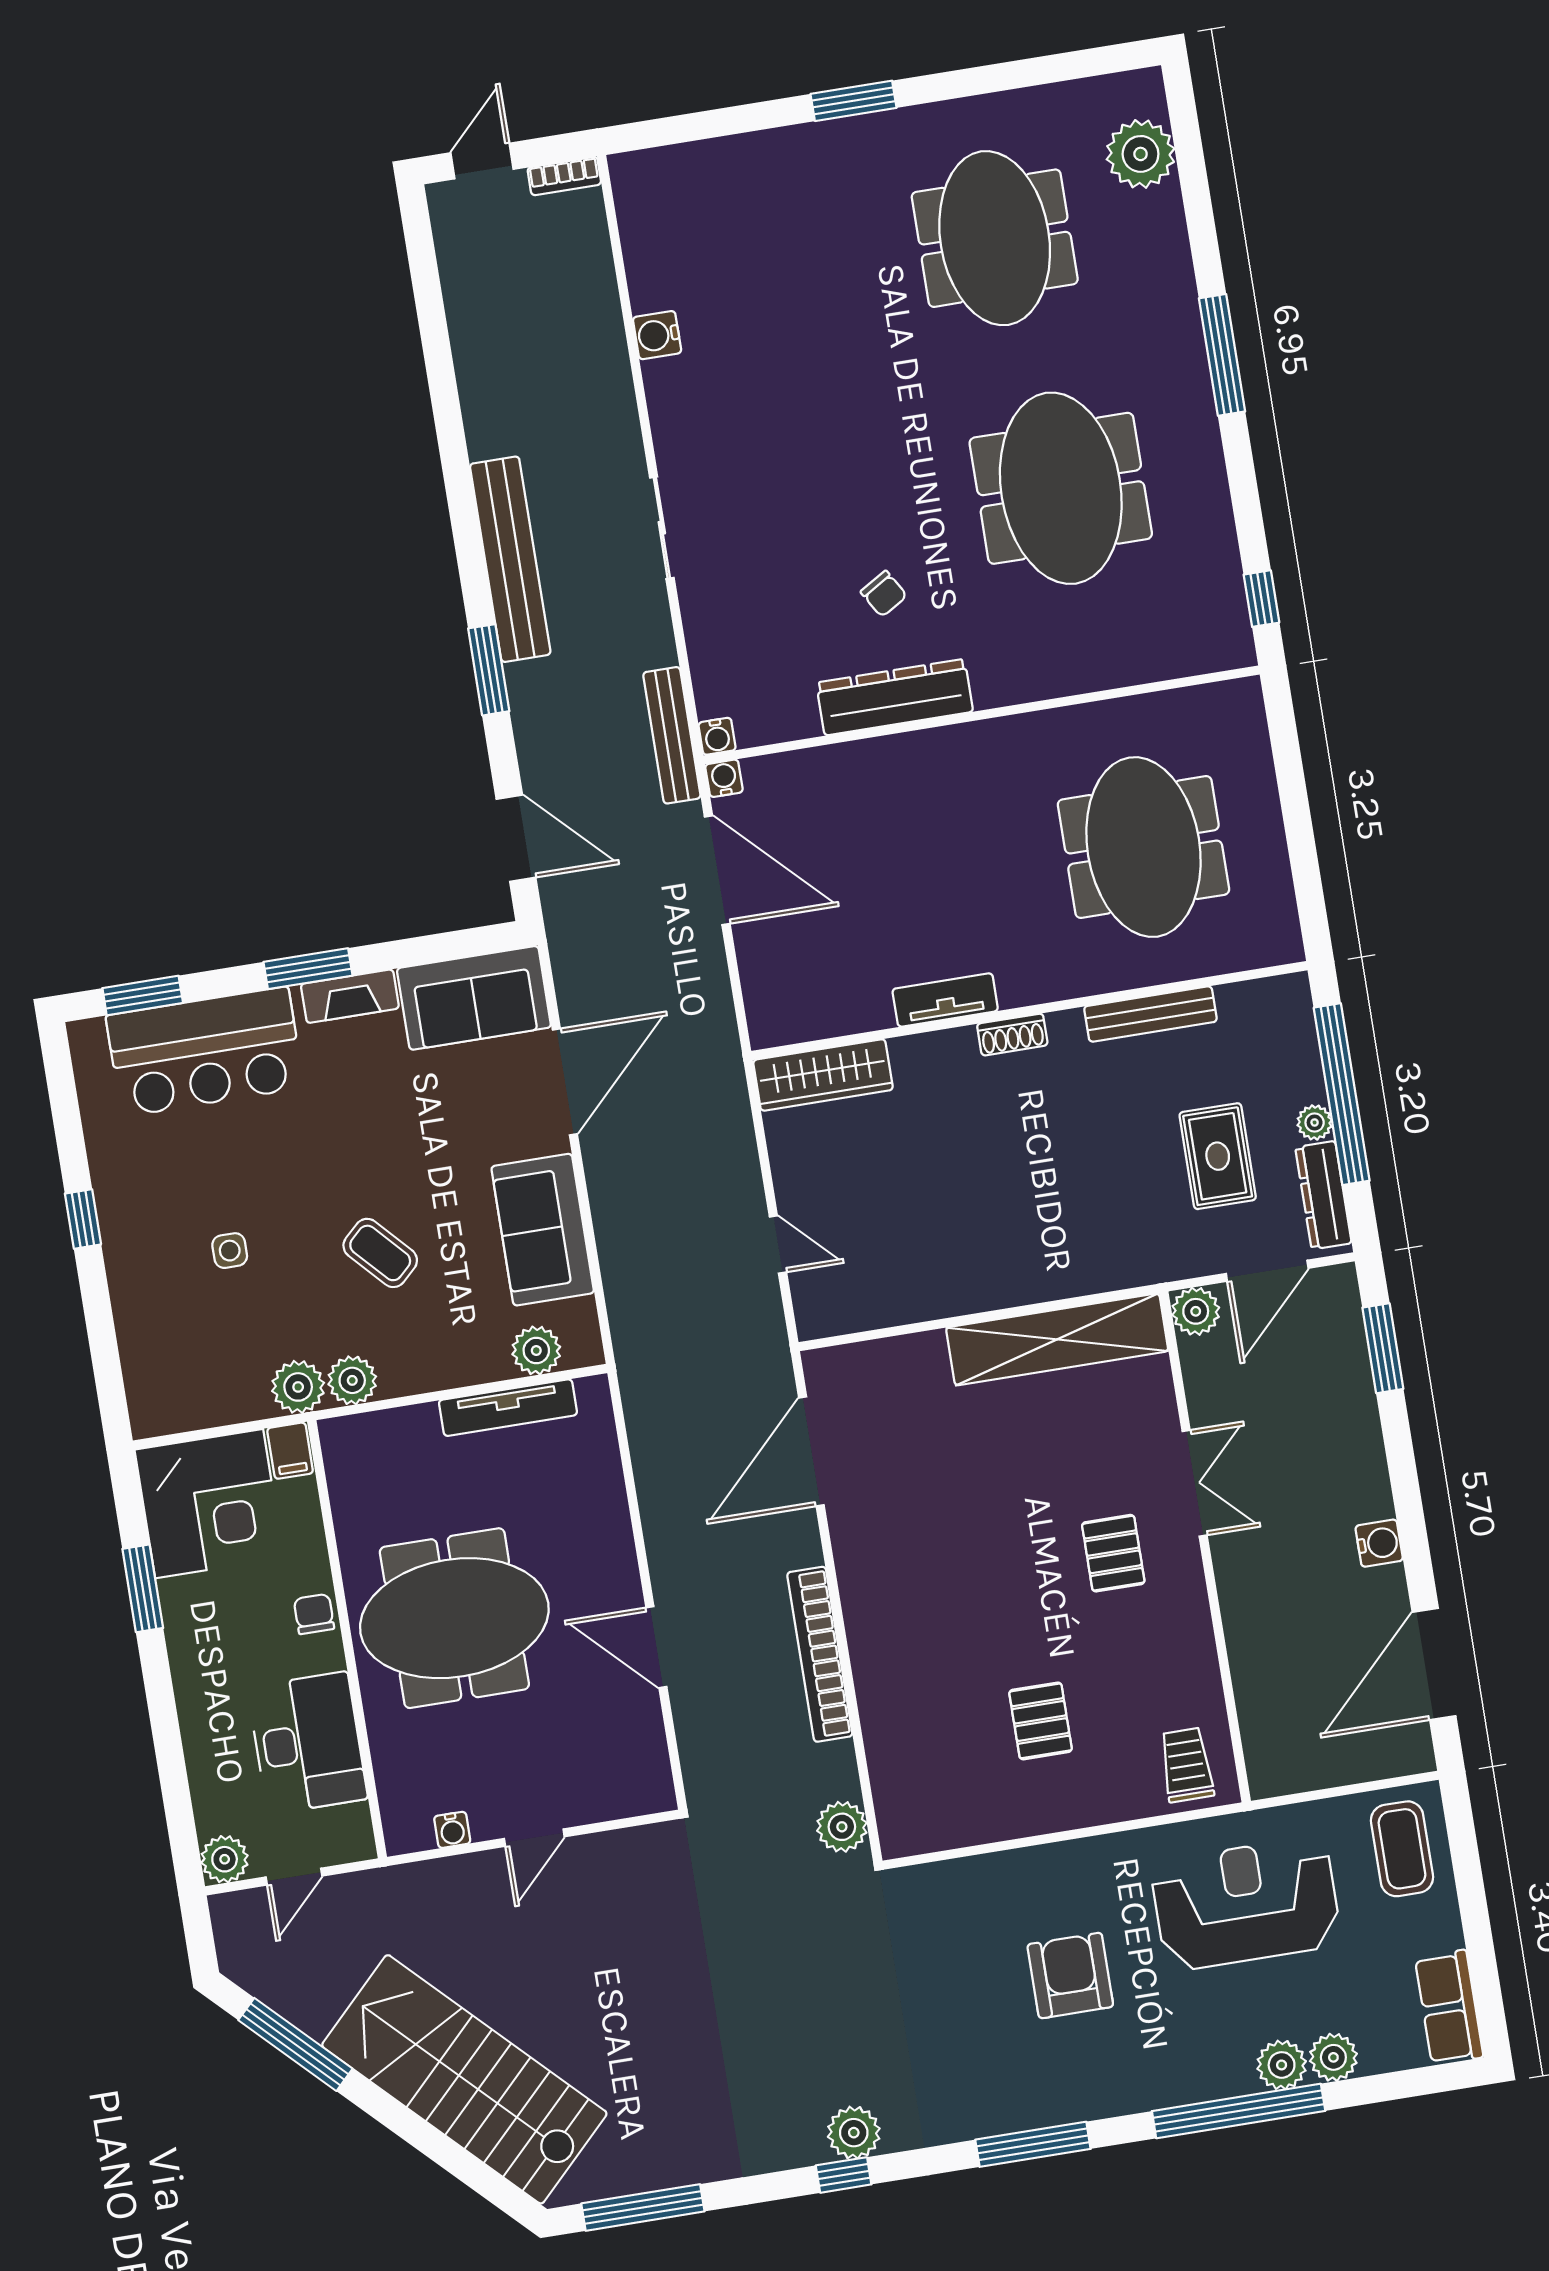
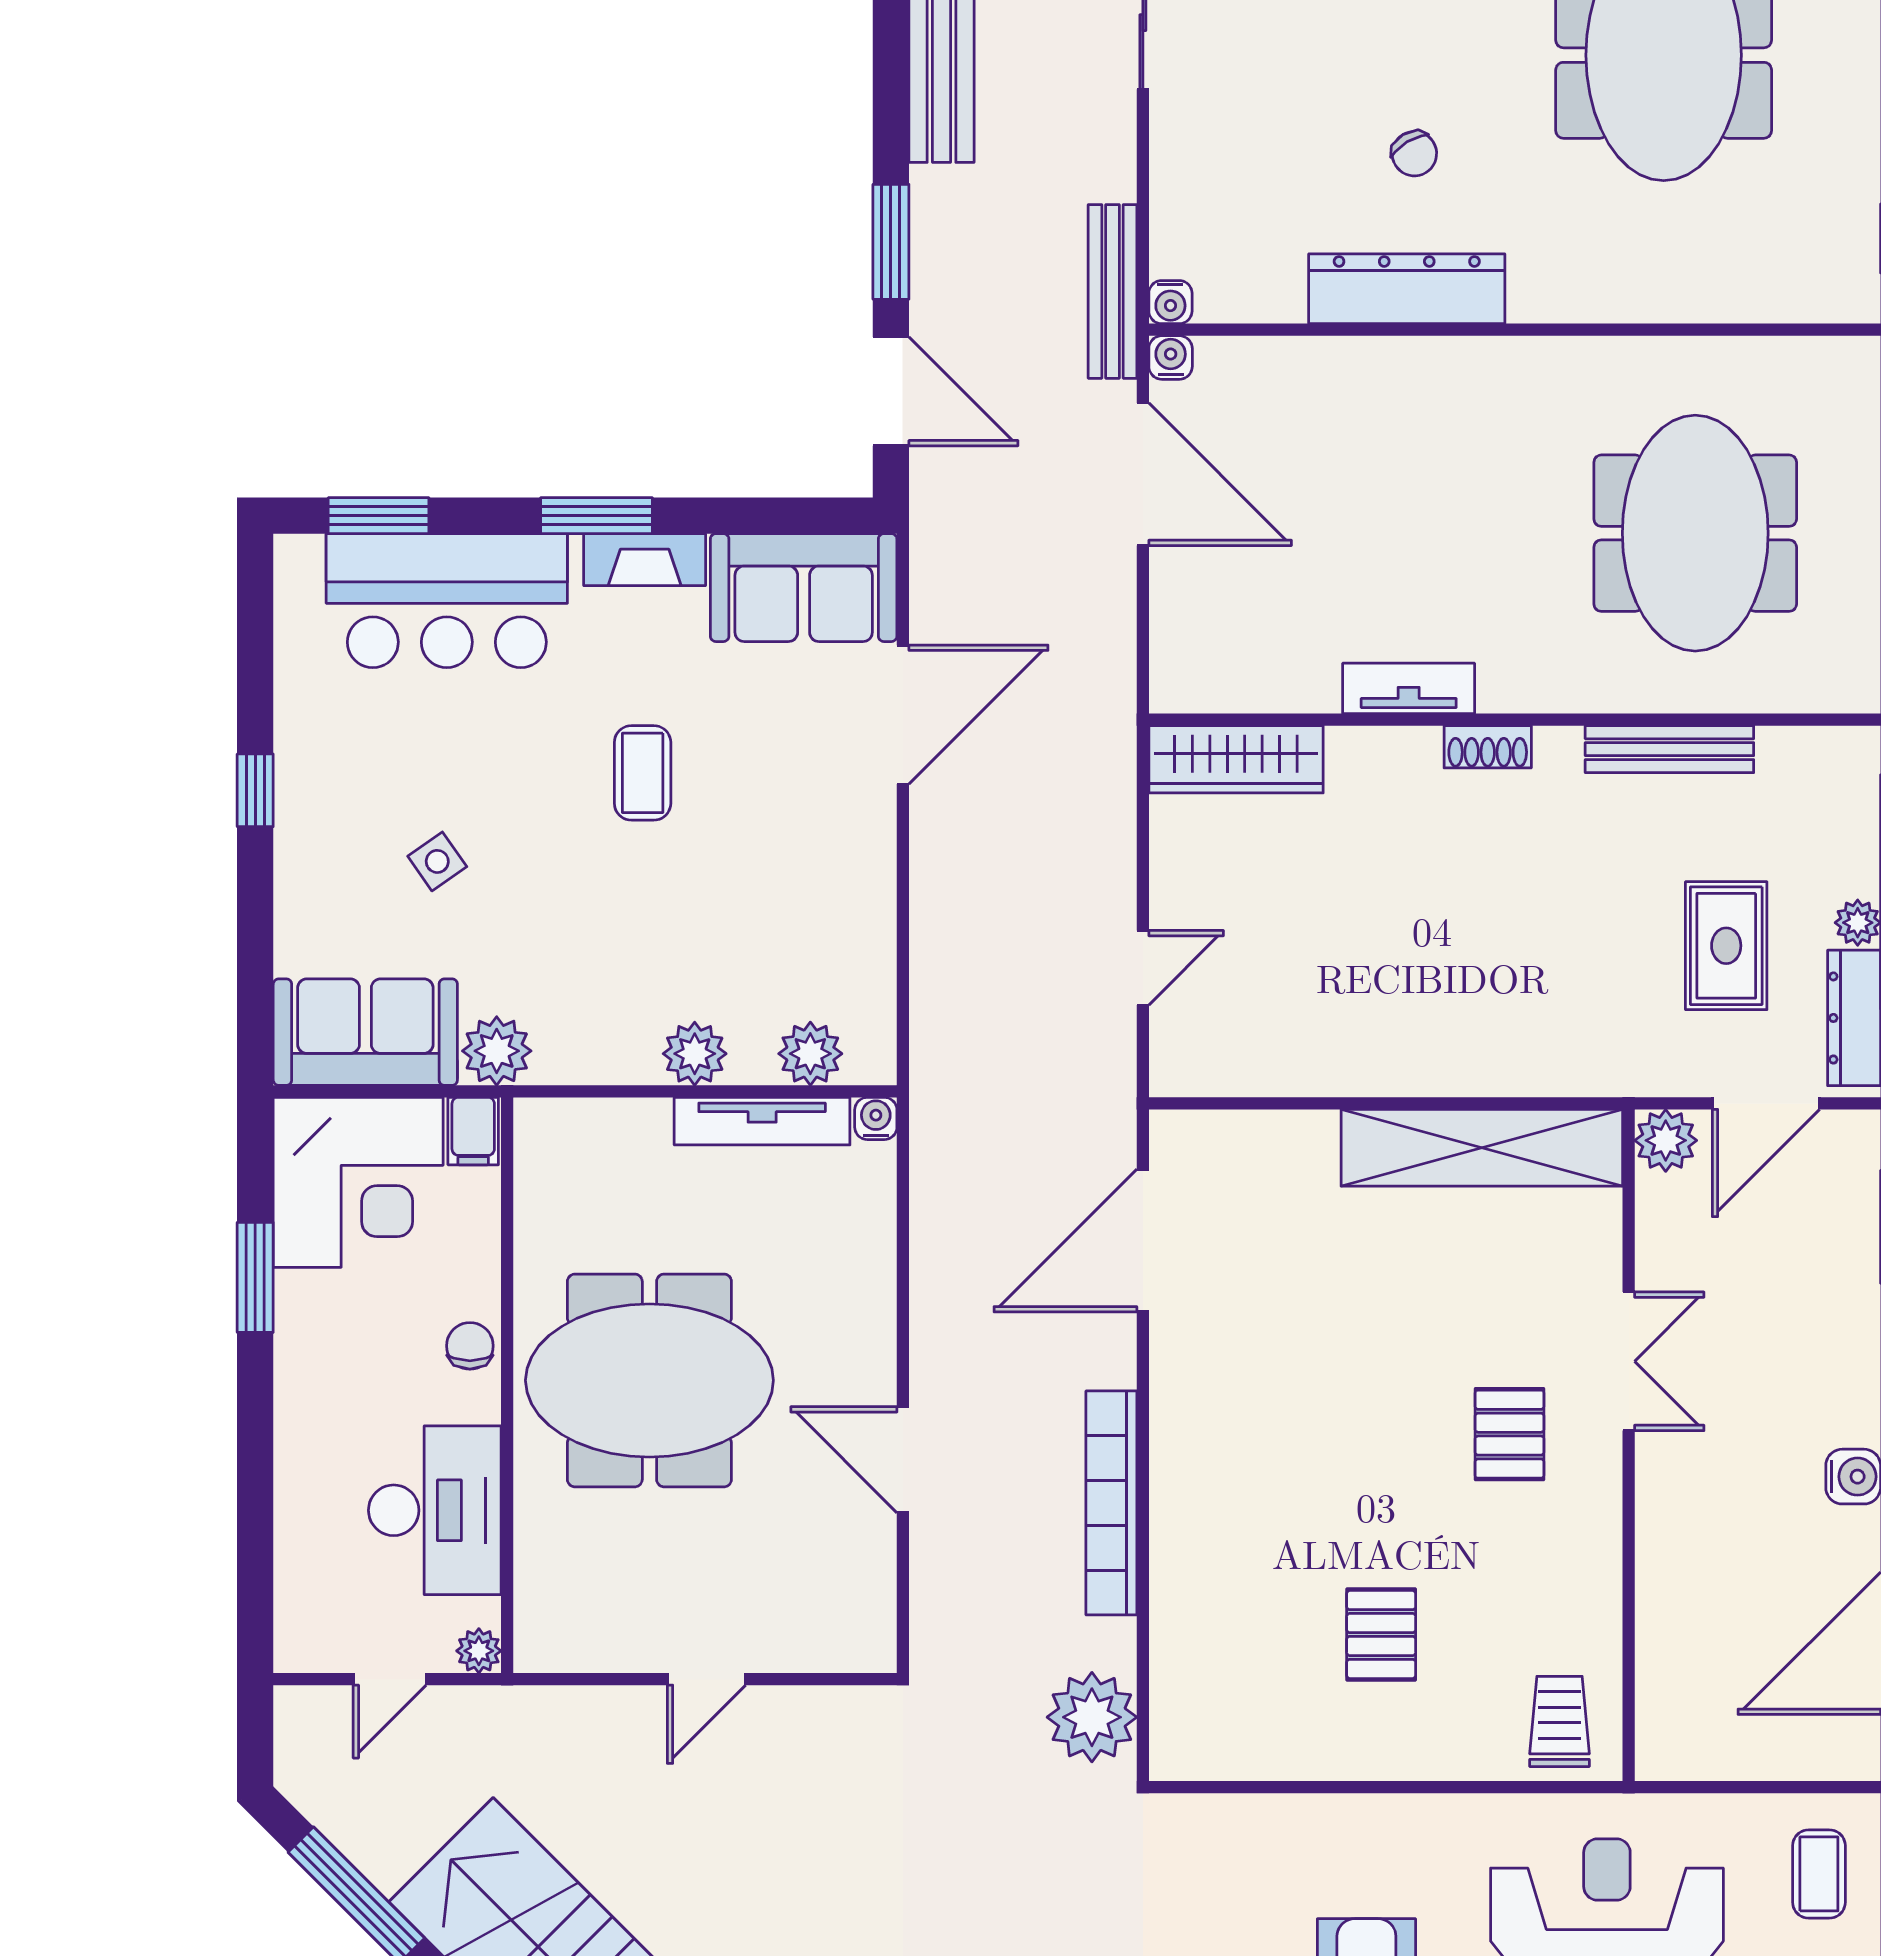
window: (489, 670) -> (891, 242), moved
sofa: (543, 1230) -> (365, 1032), moved, turned 90
door: (778, 1244) -> (1143, 968), hinge flipped
side table: (230, 1251) -> (437, 861), turned -35
coffee table: (380, 1253) -> (643, 773), moved, turned 43
plant: (352, 1380) -> (695, 1054), moved
plant: (842, 1827) -> (1092, 1717), width x1.36, depth x1.36
water cooler: (452, 1830) -> (876, 1118), moved, turned 180
coffee table: (1402, 1849) -> (1819, 1874), width x0.73, depth x0.77
plant: (225, 1859) -> (479, 1651), moved, width x0.73, depth x0.73

